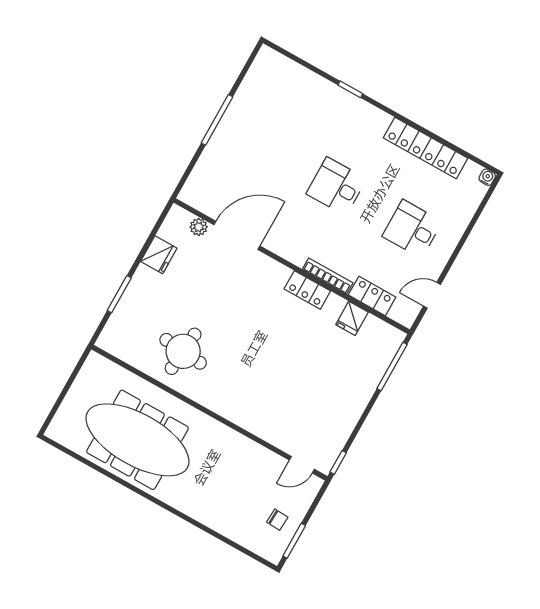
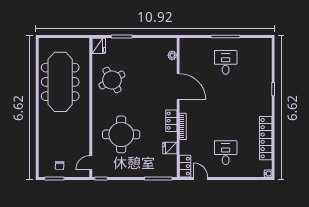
desk: (336, 186) -> (226, 62), moved
door: (237, 235) -> (178, 87), moved
fridge: (159, 255) -> (99, 46), moved, turned -90
locker: (372, 296) -> (185, 166), moved
round table: (183, 351) -> (112, 80), turned -35
round table: (283, 387) -> (121, 134), added
door: (302, 465) -> (91, 163), hinge flipped

